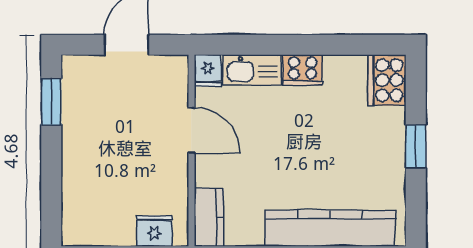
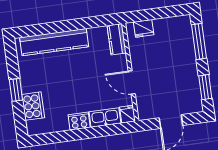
cooker: (387, 80) -> (33, 106), moved
window: (51, 191) -> (199, 41), added

